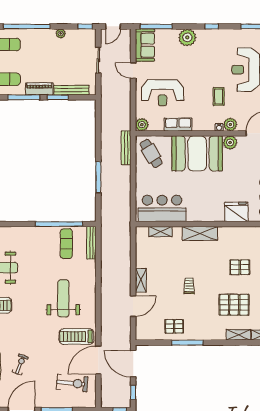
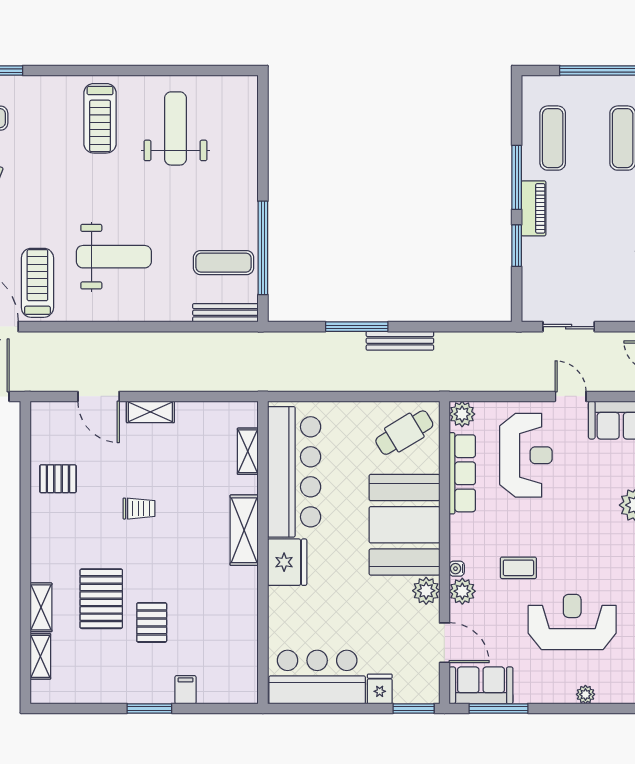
sliding door: (98, 60) -> (569, 327), moved
door: (133, 70) -> (571, 396), hinge flipped
bench: (71, 90) -> (531, 273), removed
reception desk: (162, 93) -> (526, 455), turned 180
row of seats: (178, 124) -> (462, 473), width x1.48
bench: (126, 148) -> (400, 341), moved
bar counter: (162, 208) -> (294, 472), width x1.36
fridge: (236, 212) -> (287, 562), moved
pallet: (240, 267) -> (152, 622), moved
pallet: (174, 326) -> (58, 479), turned 90
window: (187, 343) -> (25, 505), removed

